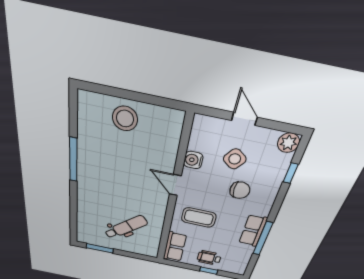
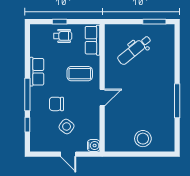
plant: (288, 143) -> (36, 145), removed
water cooler: (193, 160) -> (94, 145), moved
door: (175, 185) -> (102, 97), hinge flipped
window: (263, 238) -> (27, 94), moved

